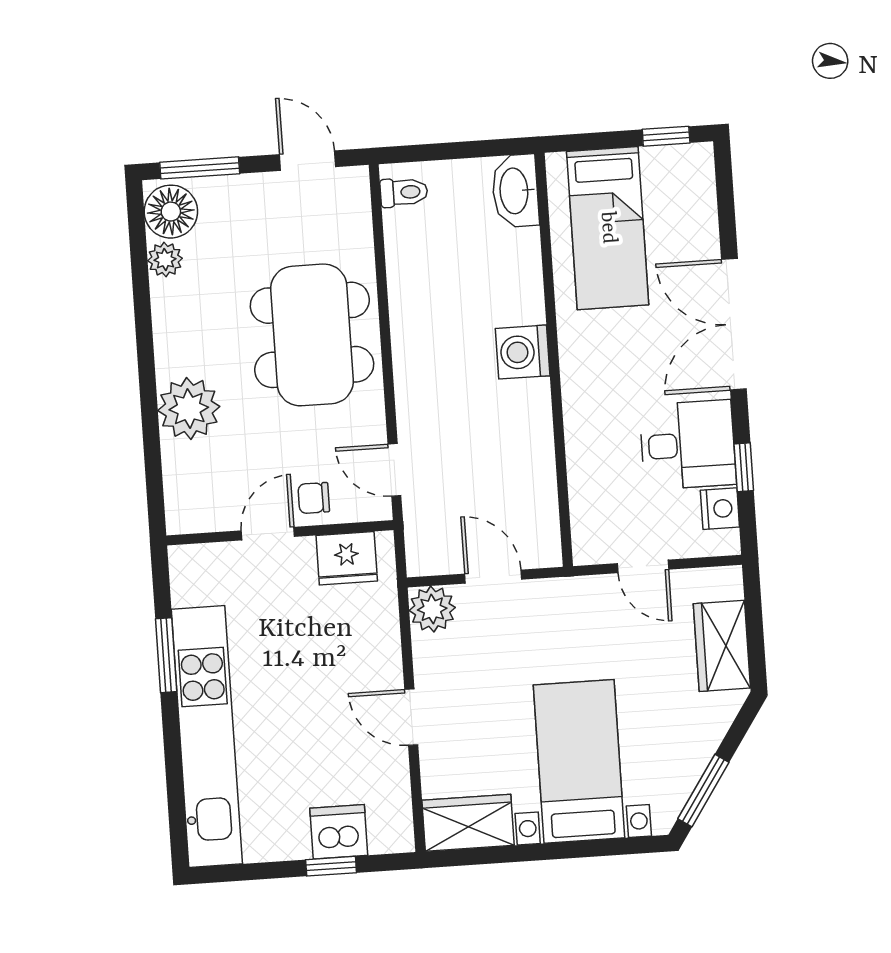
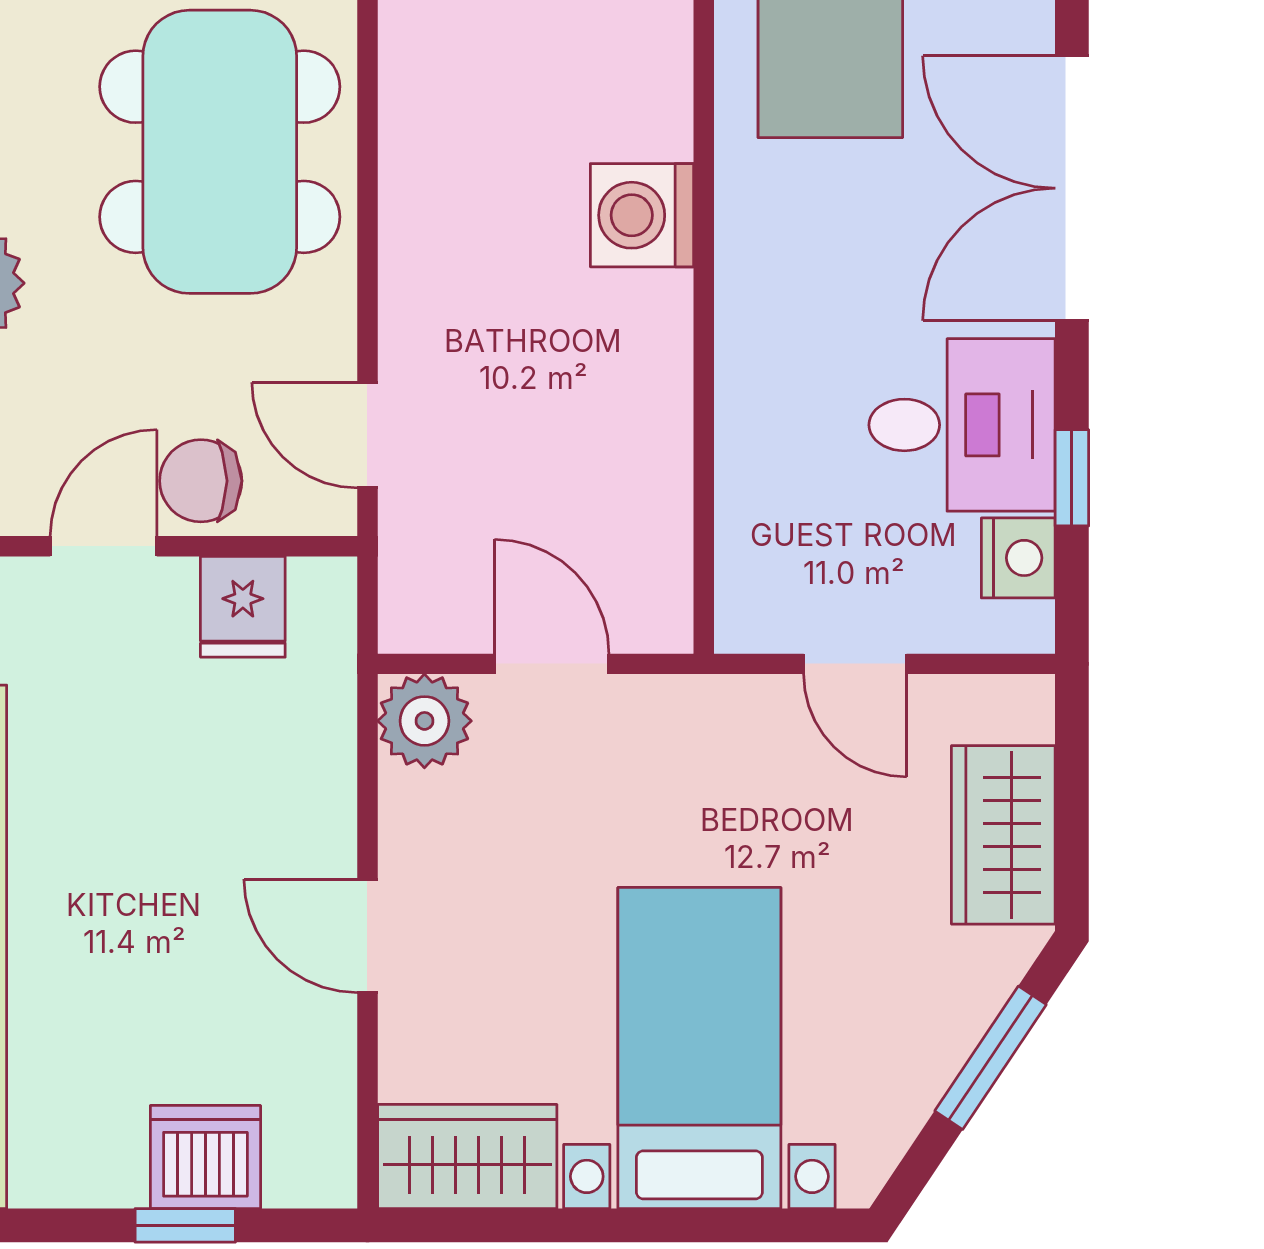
chair: (314, 498) -> (201, 481), width x1.37, depth x1.37
fridge: (347, 558) -> (243, 607), width x0.72
window: (703, 790) -> (991, 1058), moved

